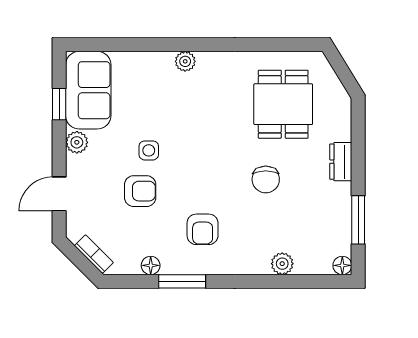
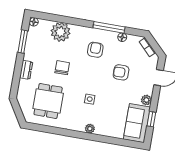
side table: (149, 150) -> (90, 99), moved
plant: (282, 264) -> (61, 32), width x1.88, depth x1.88
window: (182, 281) -> (109, 27), width x1.44

